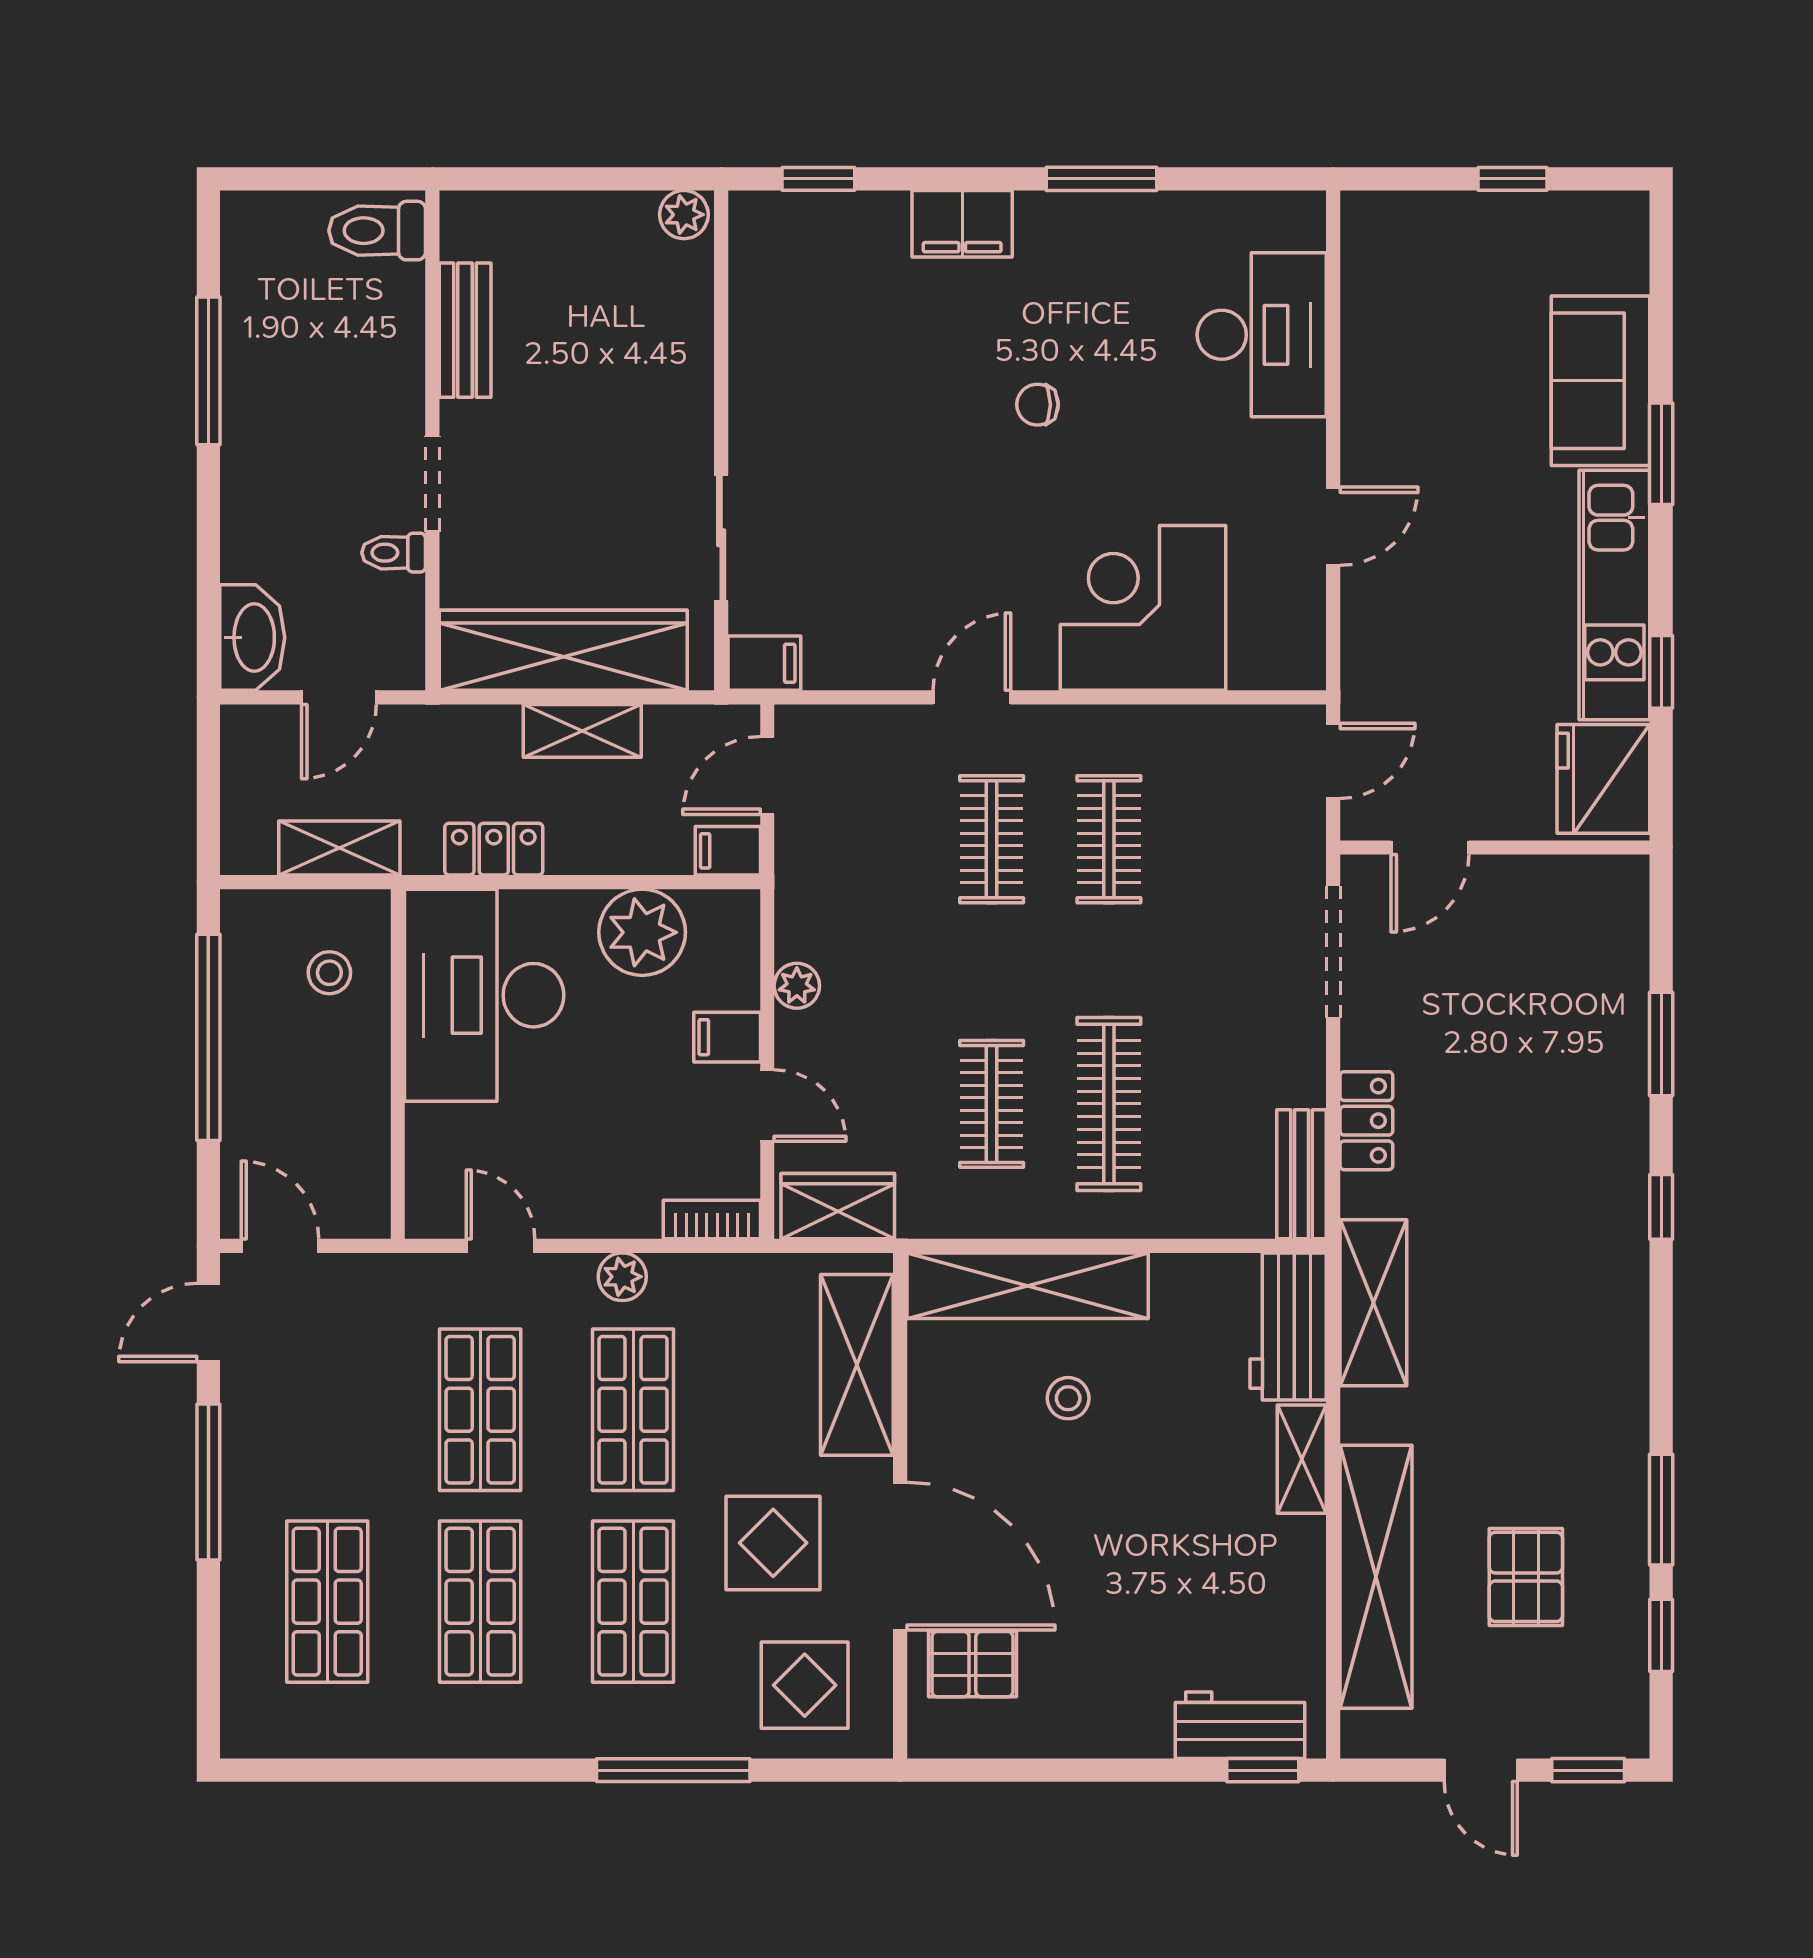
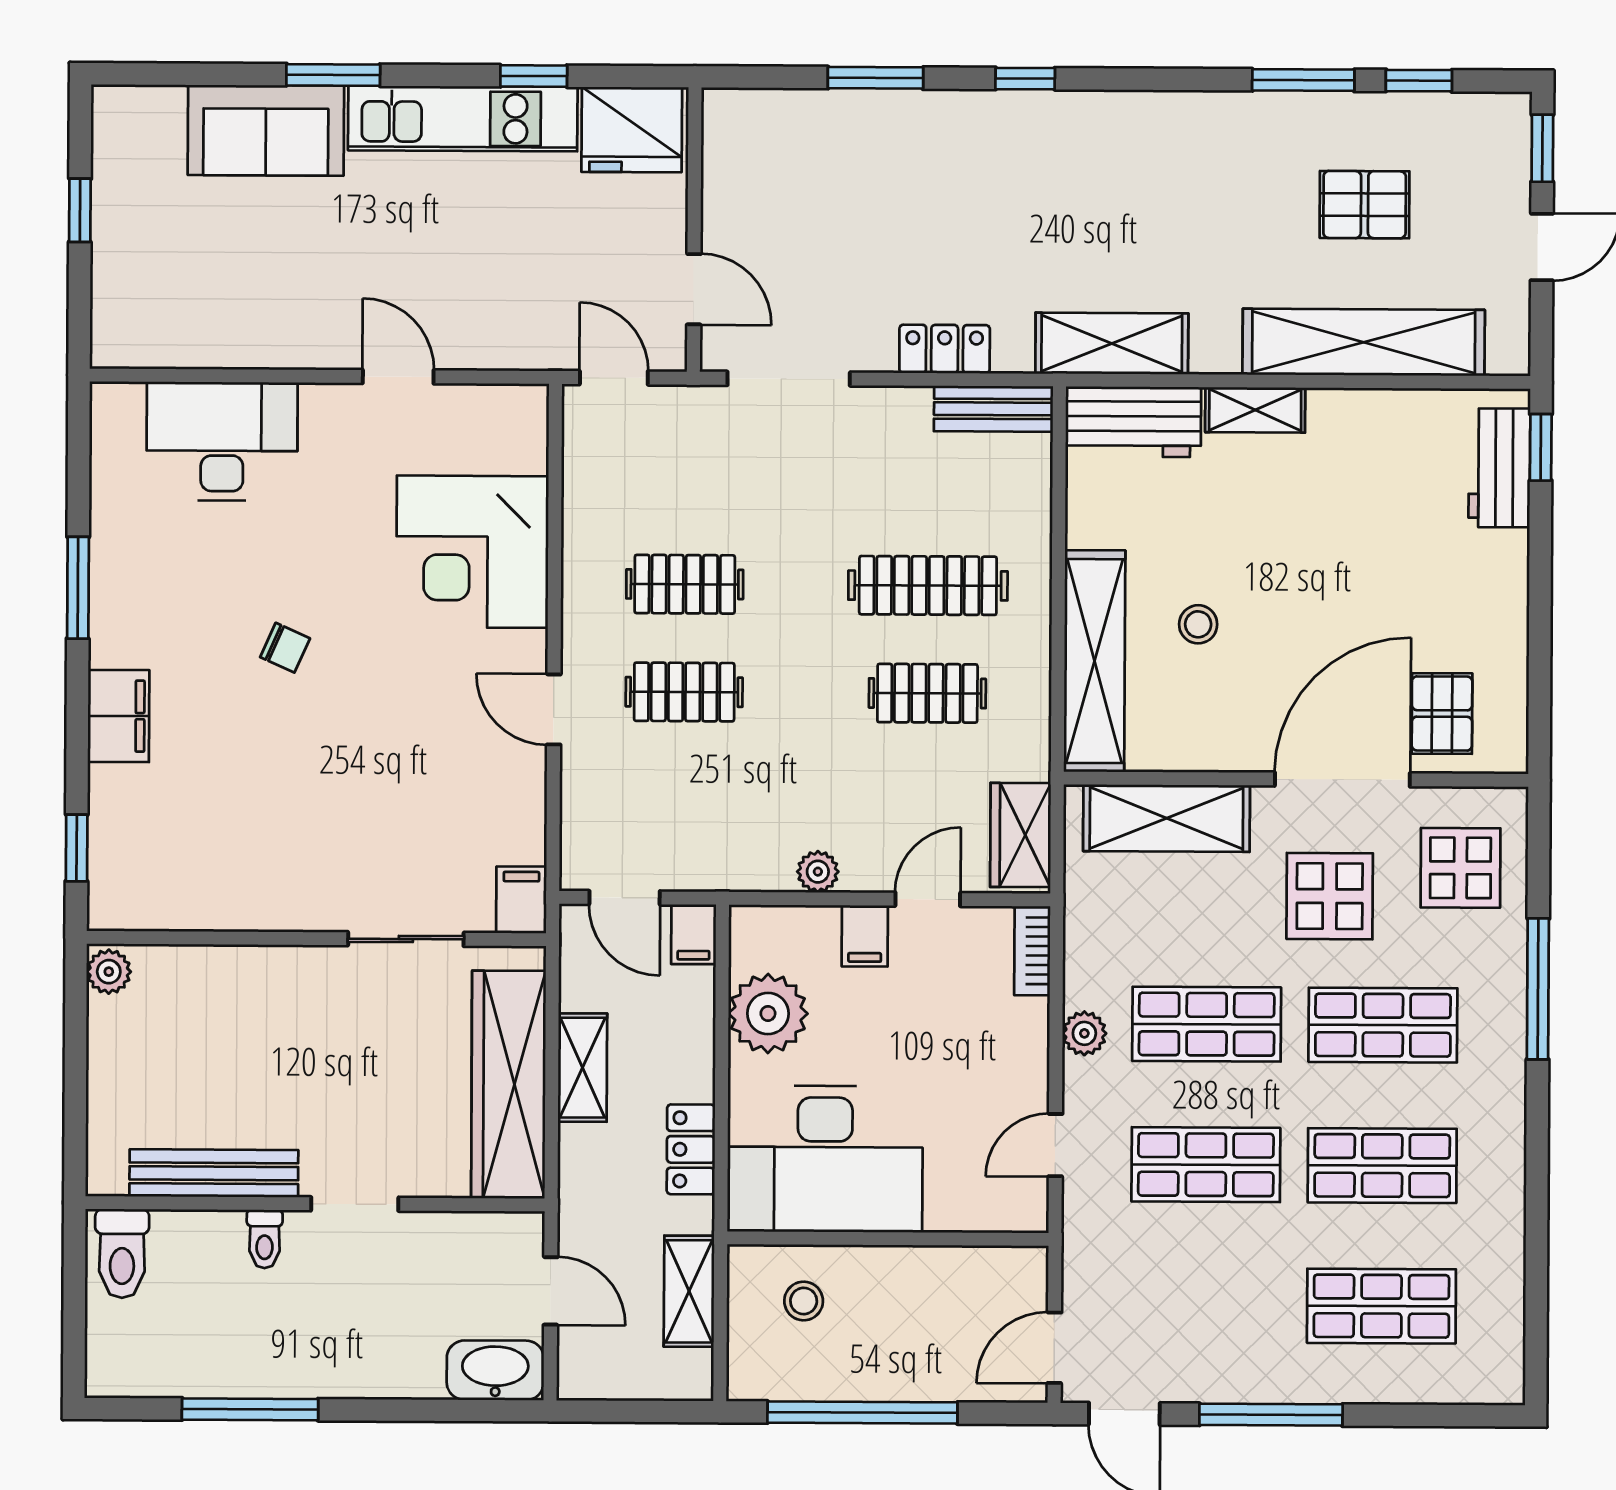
bench: (465, 330) -> (214, 1173), width x1.36
chair: (1037, 405) -> (285, 648), turned -66
toilet: (394, 553) -> (265, 1239), moved

